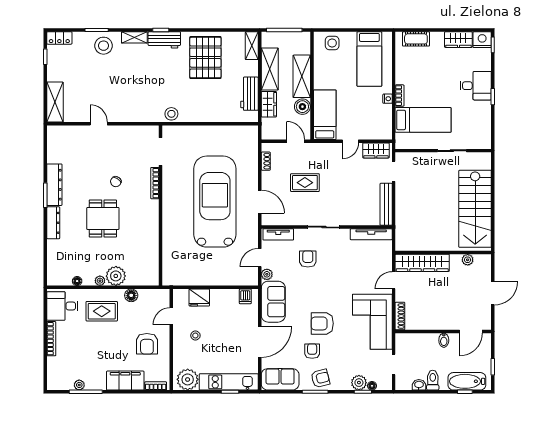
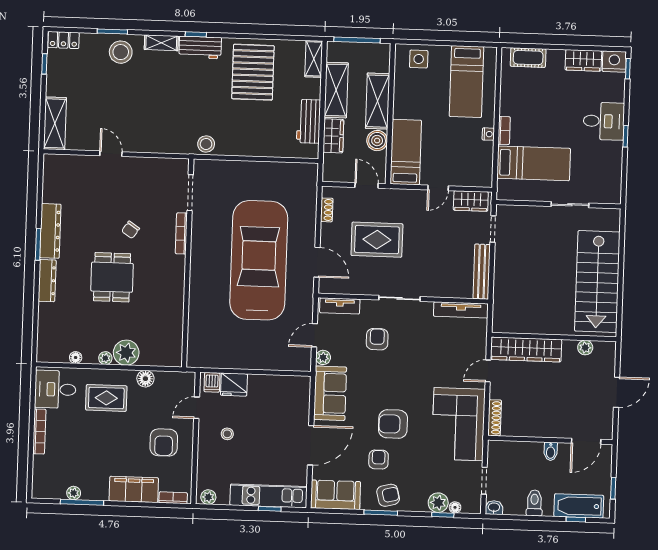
rug: (305, 183) -> (377, 240), width x1.36, depth x1.43
dishwasher: (245, 296) -> (212, 382), moved
plant: (188, 379) -> (208, 497), width x0.53, depth x0.53
washbasin: (419, 385) -> (494, 508), moved

